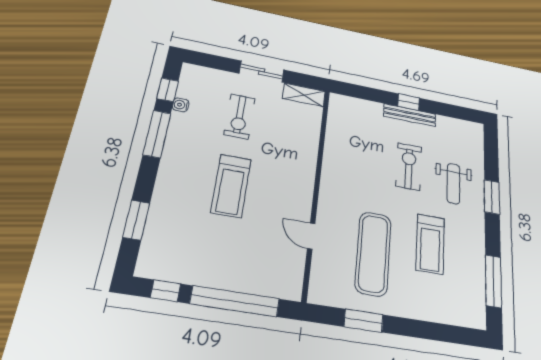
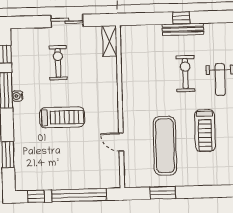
shelving: (304, 95) -> (110, 41), moved, turned 90
water cooler: (181, 105) -> (17, 96), moved
exercise bike: (240, 116) -> (58, 63), turned 180
treadmill: (231, 186) -> (62, 117), turned -90

